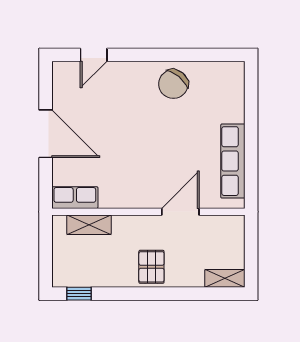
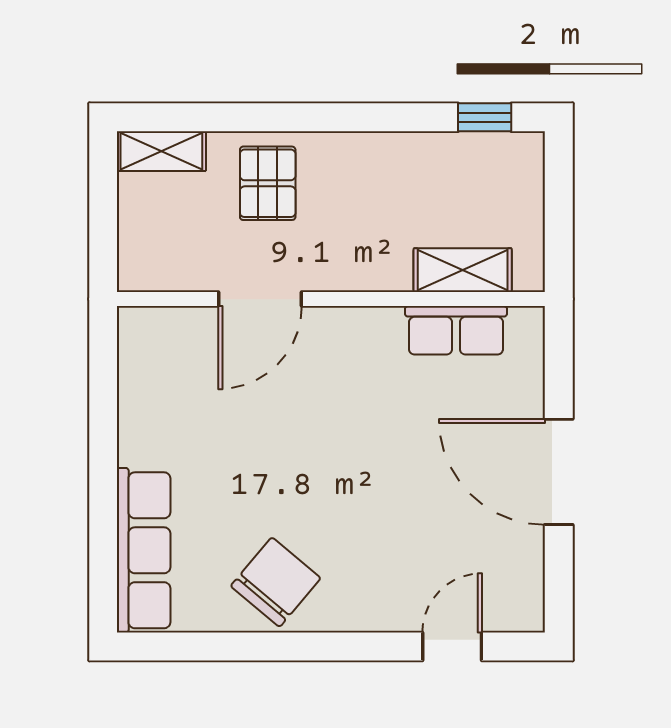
row of seats: (233, 161) -> (144, 550), moved
row of seats: (75, 198) -> (456, 330), moved
pallet: (151, 267) -> (268, 183), moved

